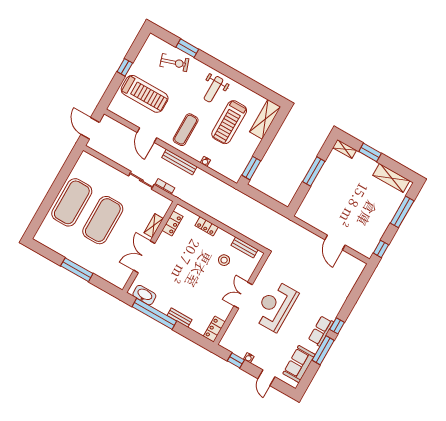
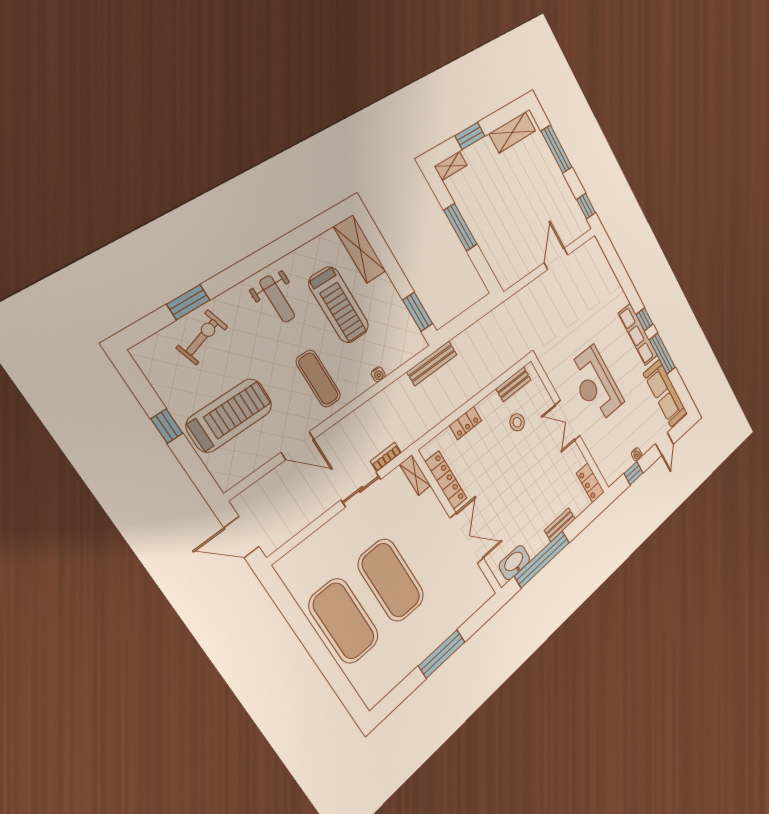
bench: (179, 162) -> (432, 363), moved
locker: (173, 223) -> (446, 480), width x1.53
shelving: (154, 226) -> (415, 475), moved
door: (335, 242) -> (556, 259), swing flipped
double door: (144, 257) -> (467, 538), swing flipped
row of seats: (321, 331) -> (638, 334), width x1.48
sofa: (299, 364) -> (665, 393), width x1.36
door: (266, 378) -> (665, 444), hinge flipped

